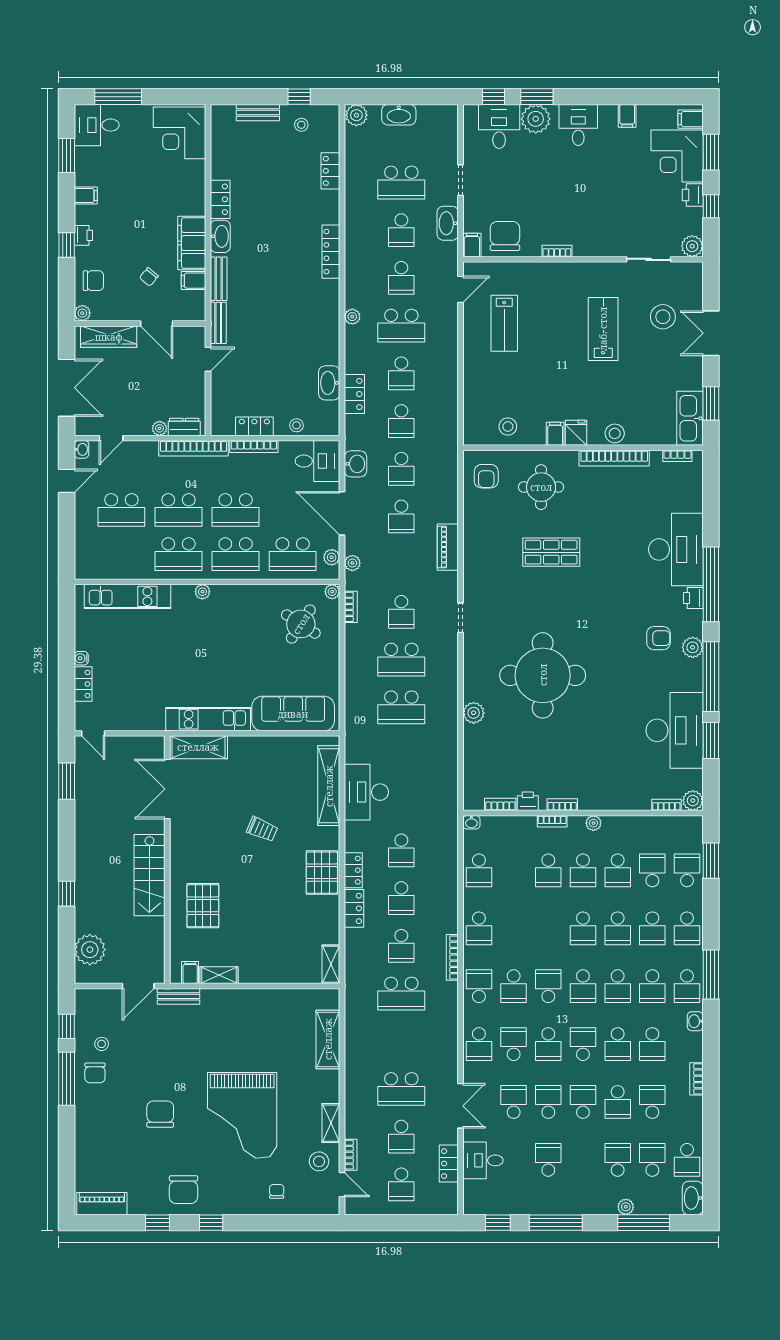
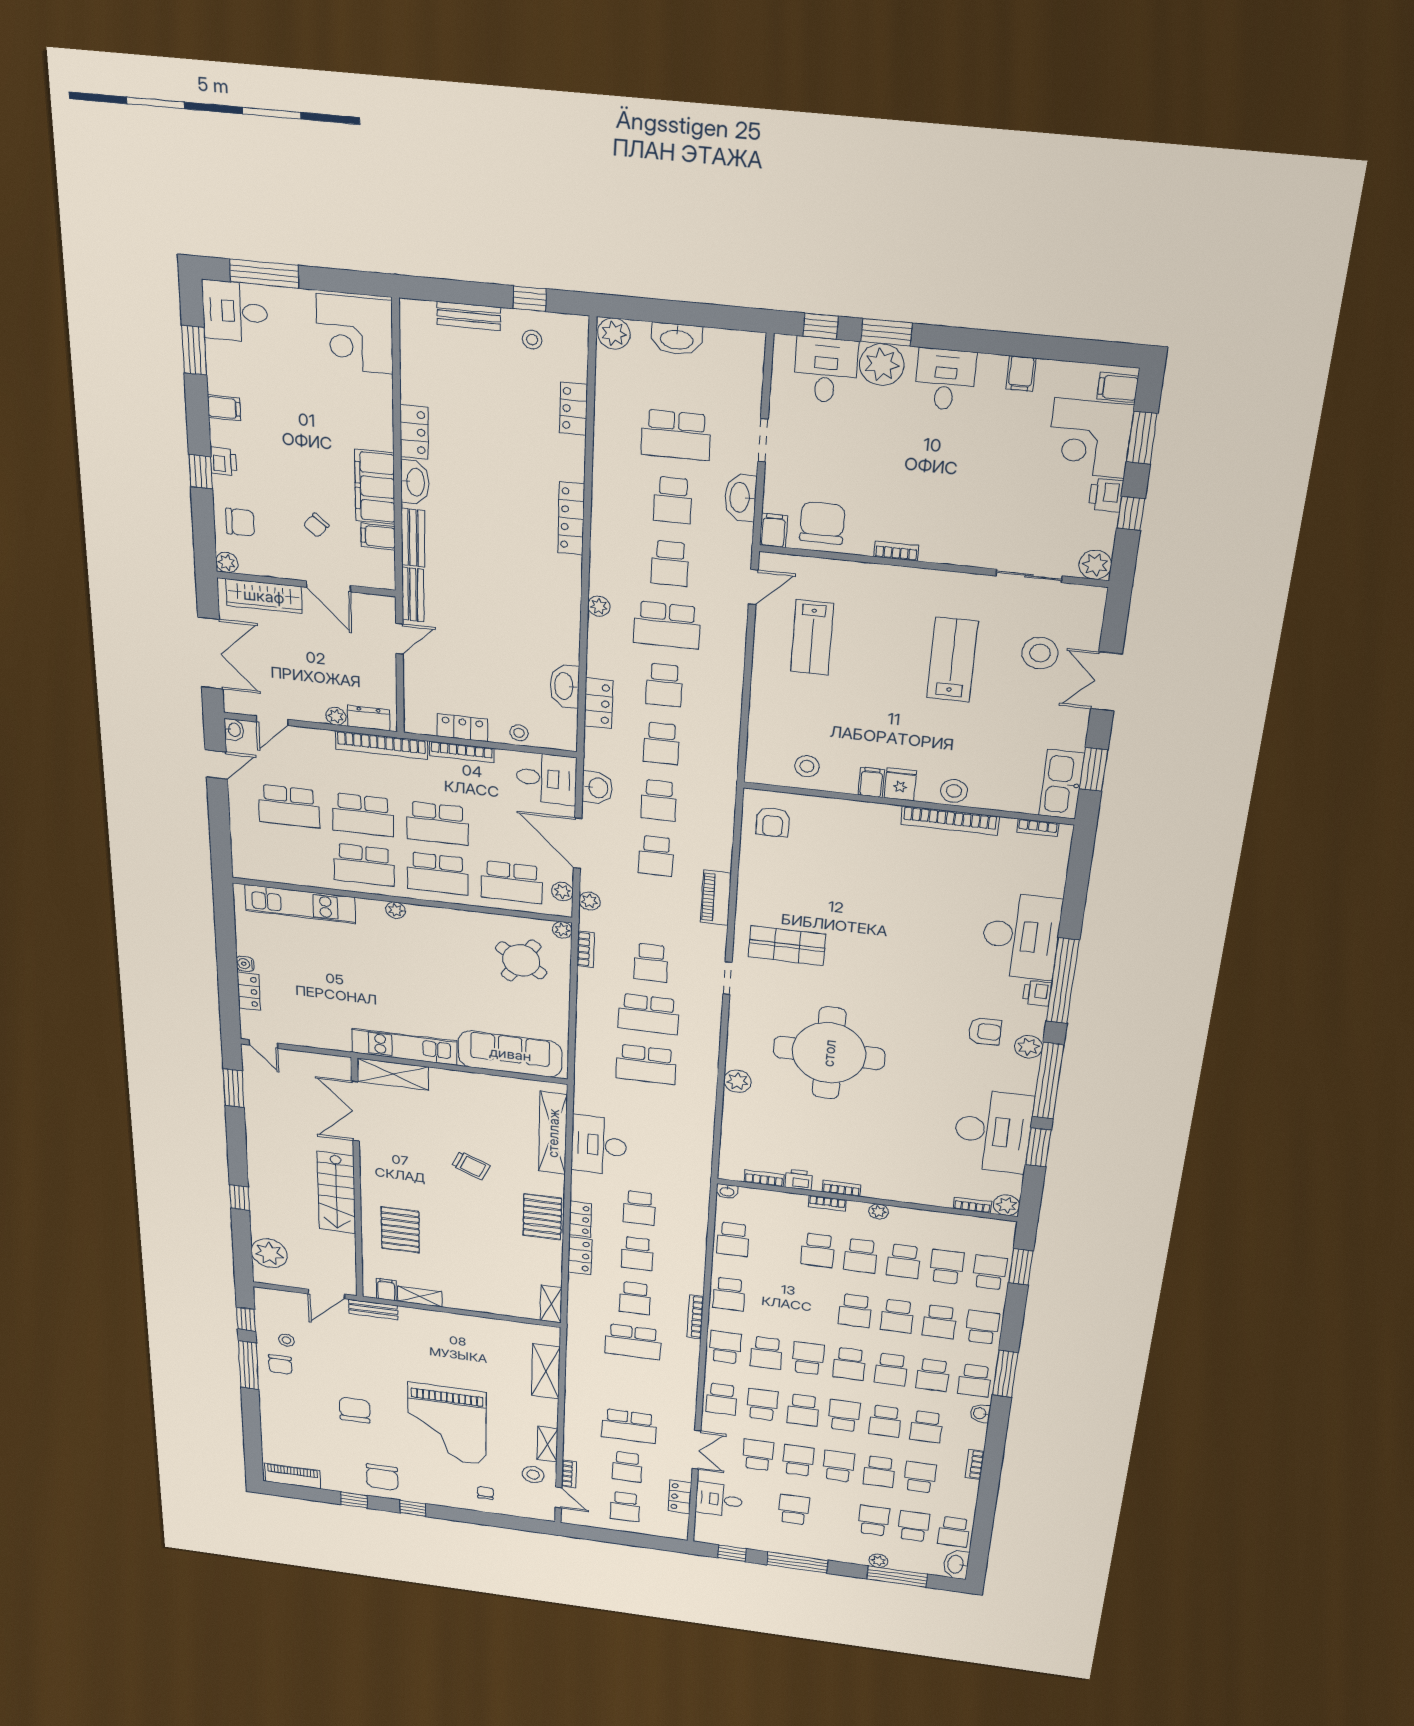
round table: (541, 487) -> (846, 843), removed
shop shelf: (551, 552) -> (787, 946), moved
school desk: (687, 928) -> (982, 1327), turned 180

